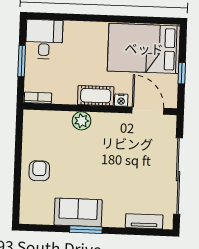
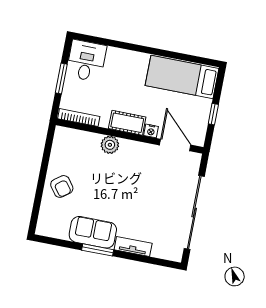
bed: (144, 48) -> (182, 77), width x0.67
bookcase: (38, 98) -> (79, 118), width x1.56
armchair: (39, 171) -> (62, 186), turned 143
tv unit: (144, 221) -> (133, 246), moved

